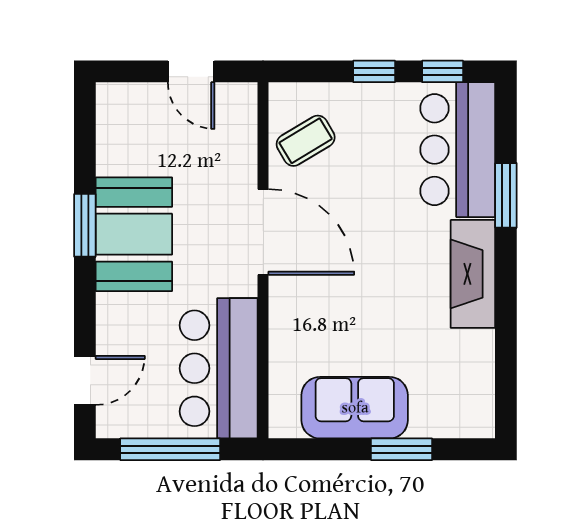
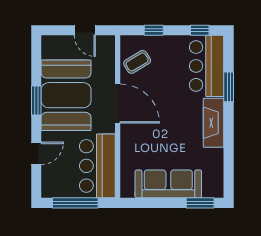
window: (374, 71) -> (154, 30), moved
booth: (134, 234) -> (66, 95), width x1.36, depth x1.42
door: (85, 380) -> (36, 153), moved
sofa: (355, 408) -> (168, 184), width x1.36
window: (402, 449) -> (200, 203), moved

